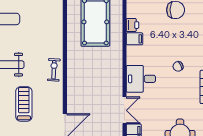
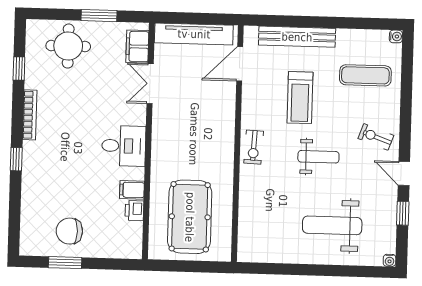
chair: (178, 66) -> (68, 147), removed
desk: (141, 79) -> (124, 146), moved

